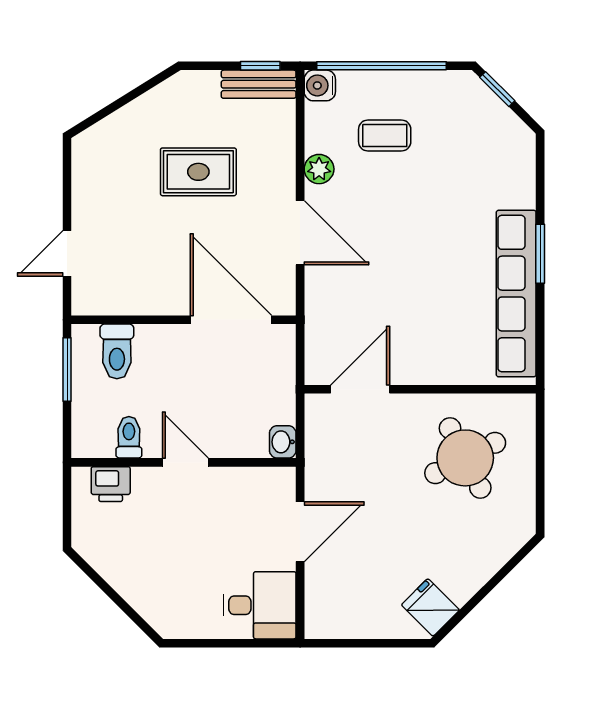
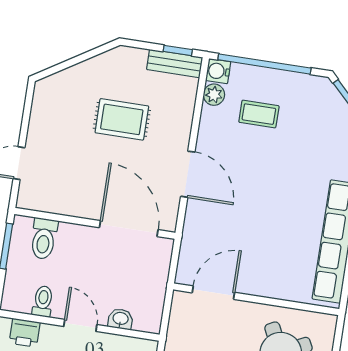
plant: (319, 169) -> (214, 95), moved
washbasin: (283, 442) -> (120, 319), moved, turned 90

